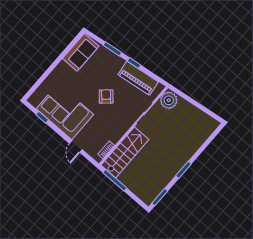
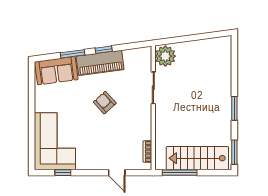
sofa: (81, 52) -> (56, 71), moved, turned 82
piano: (138, 78) -> (100, 63), moved
corner sofa: (65, 112) -> (55, 141), moved, turned 90
stairs: (125, 152) -> (197, 158), moved, turned -90

